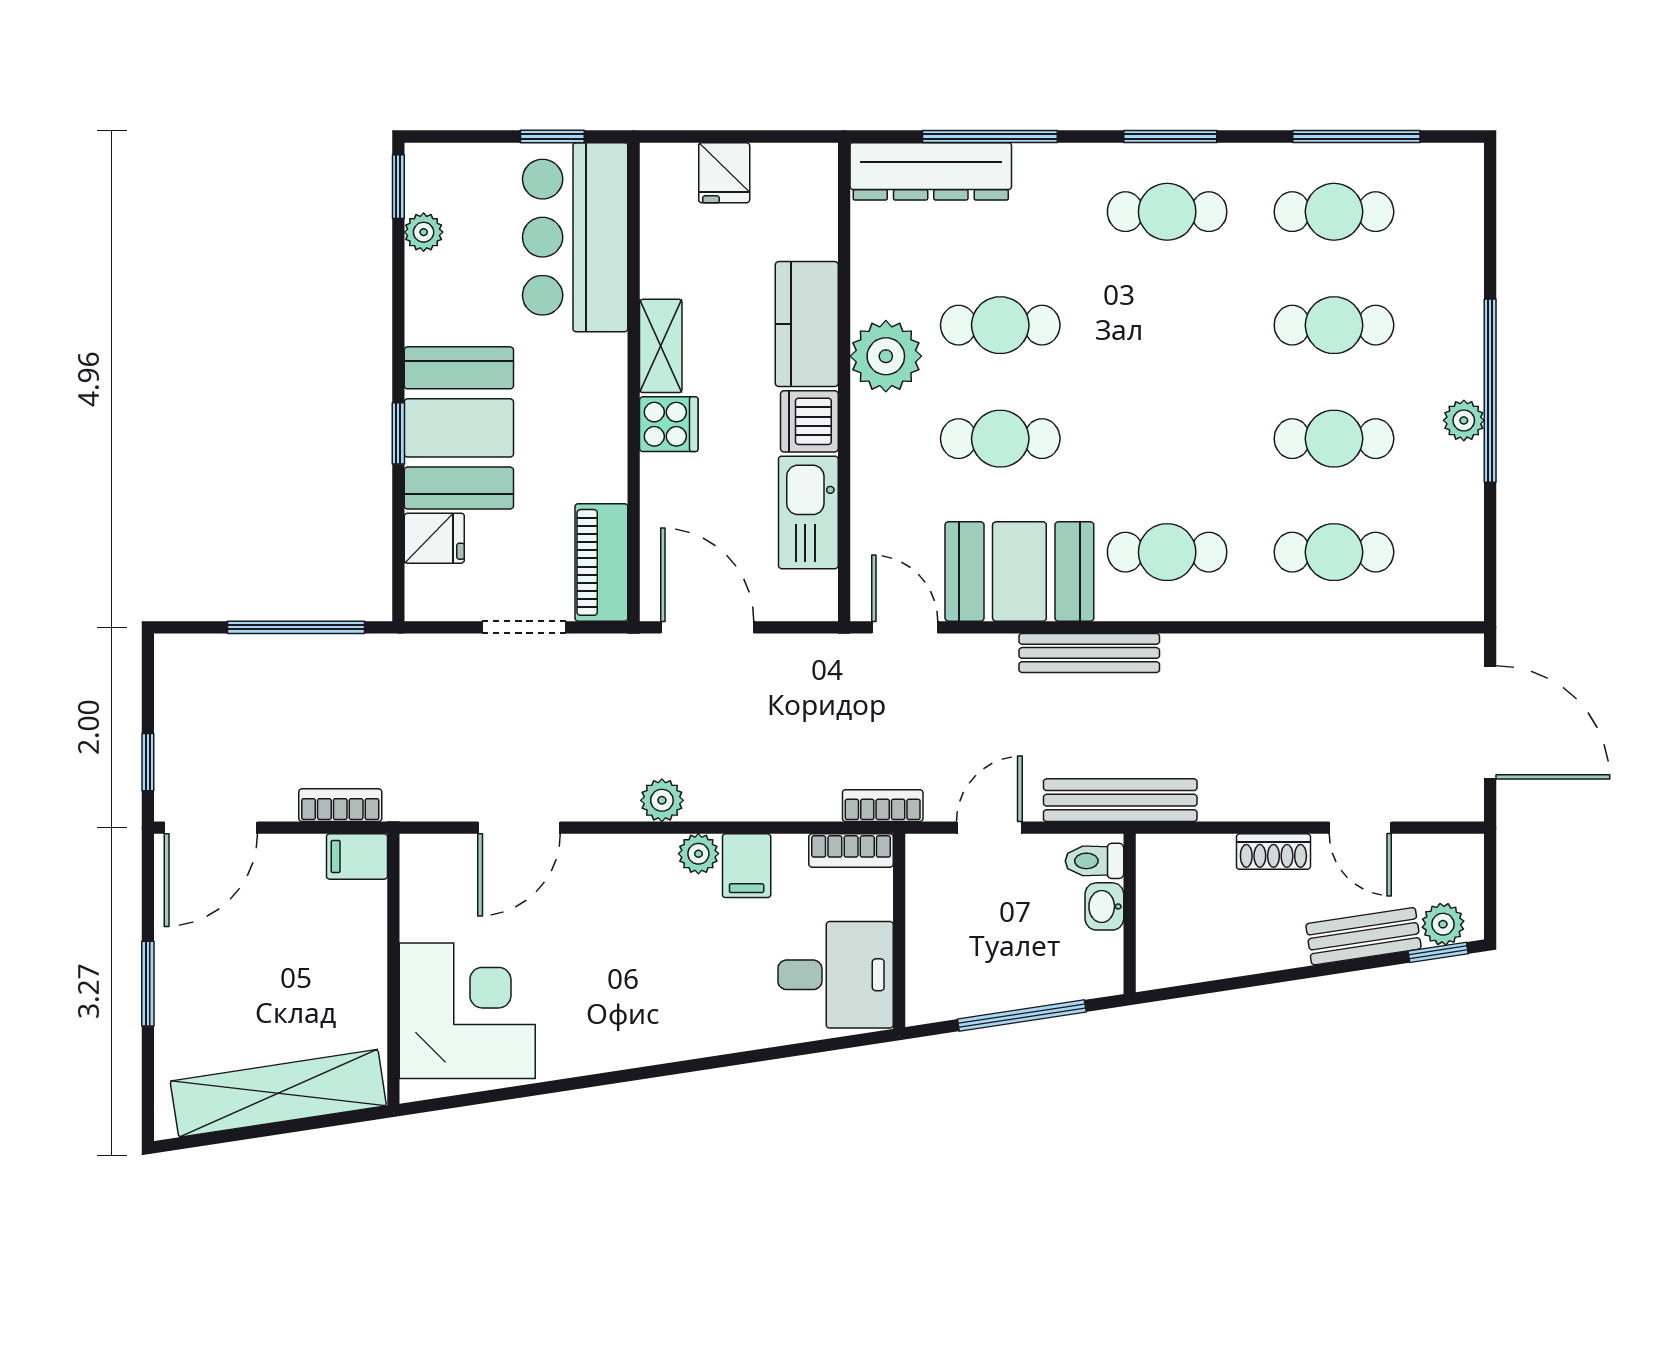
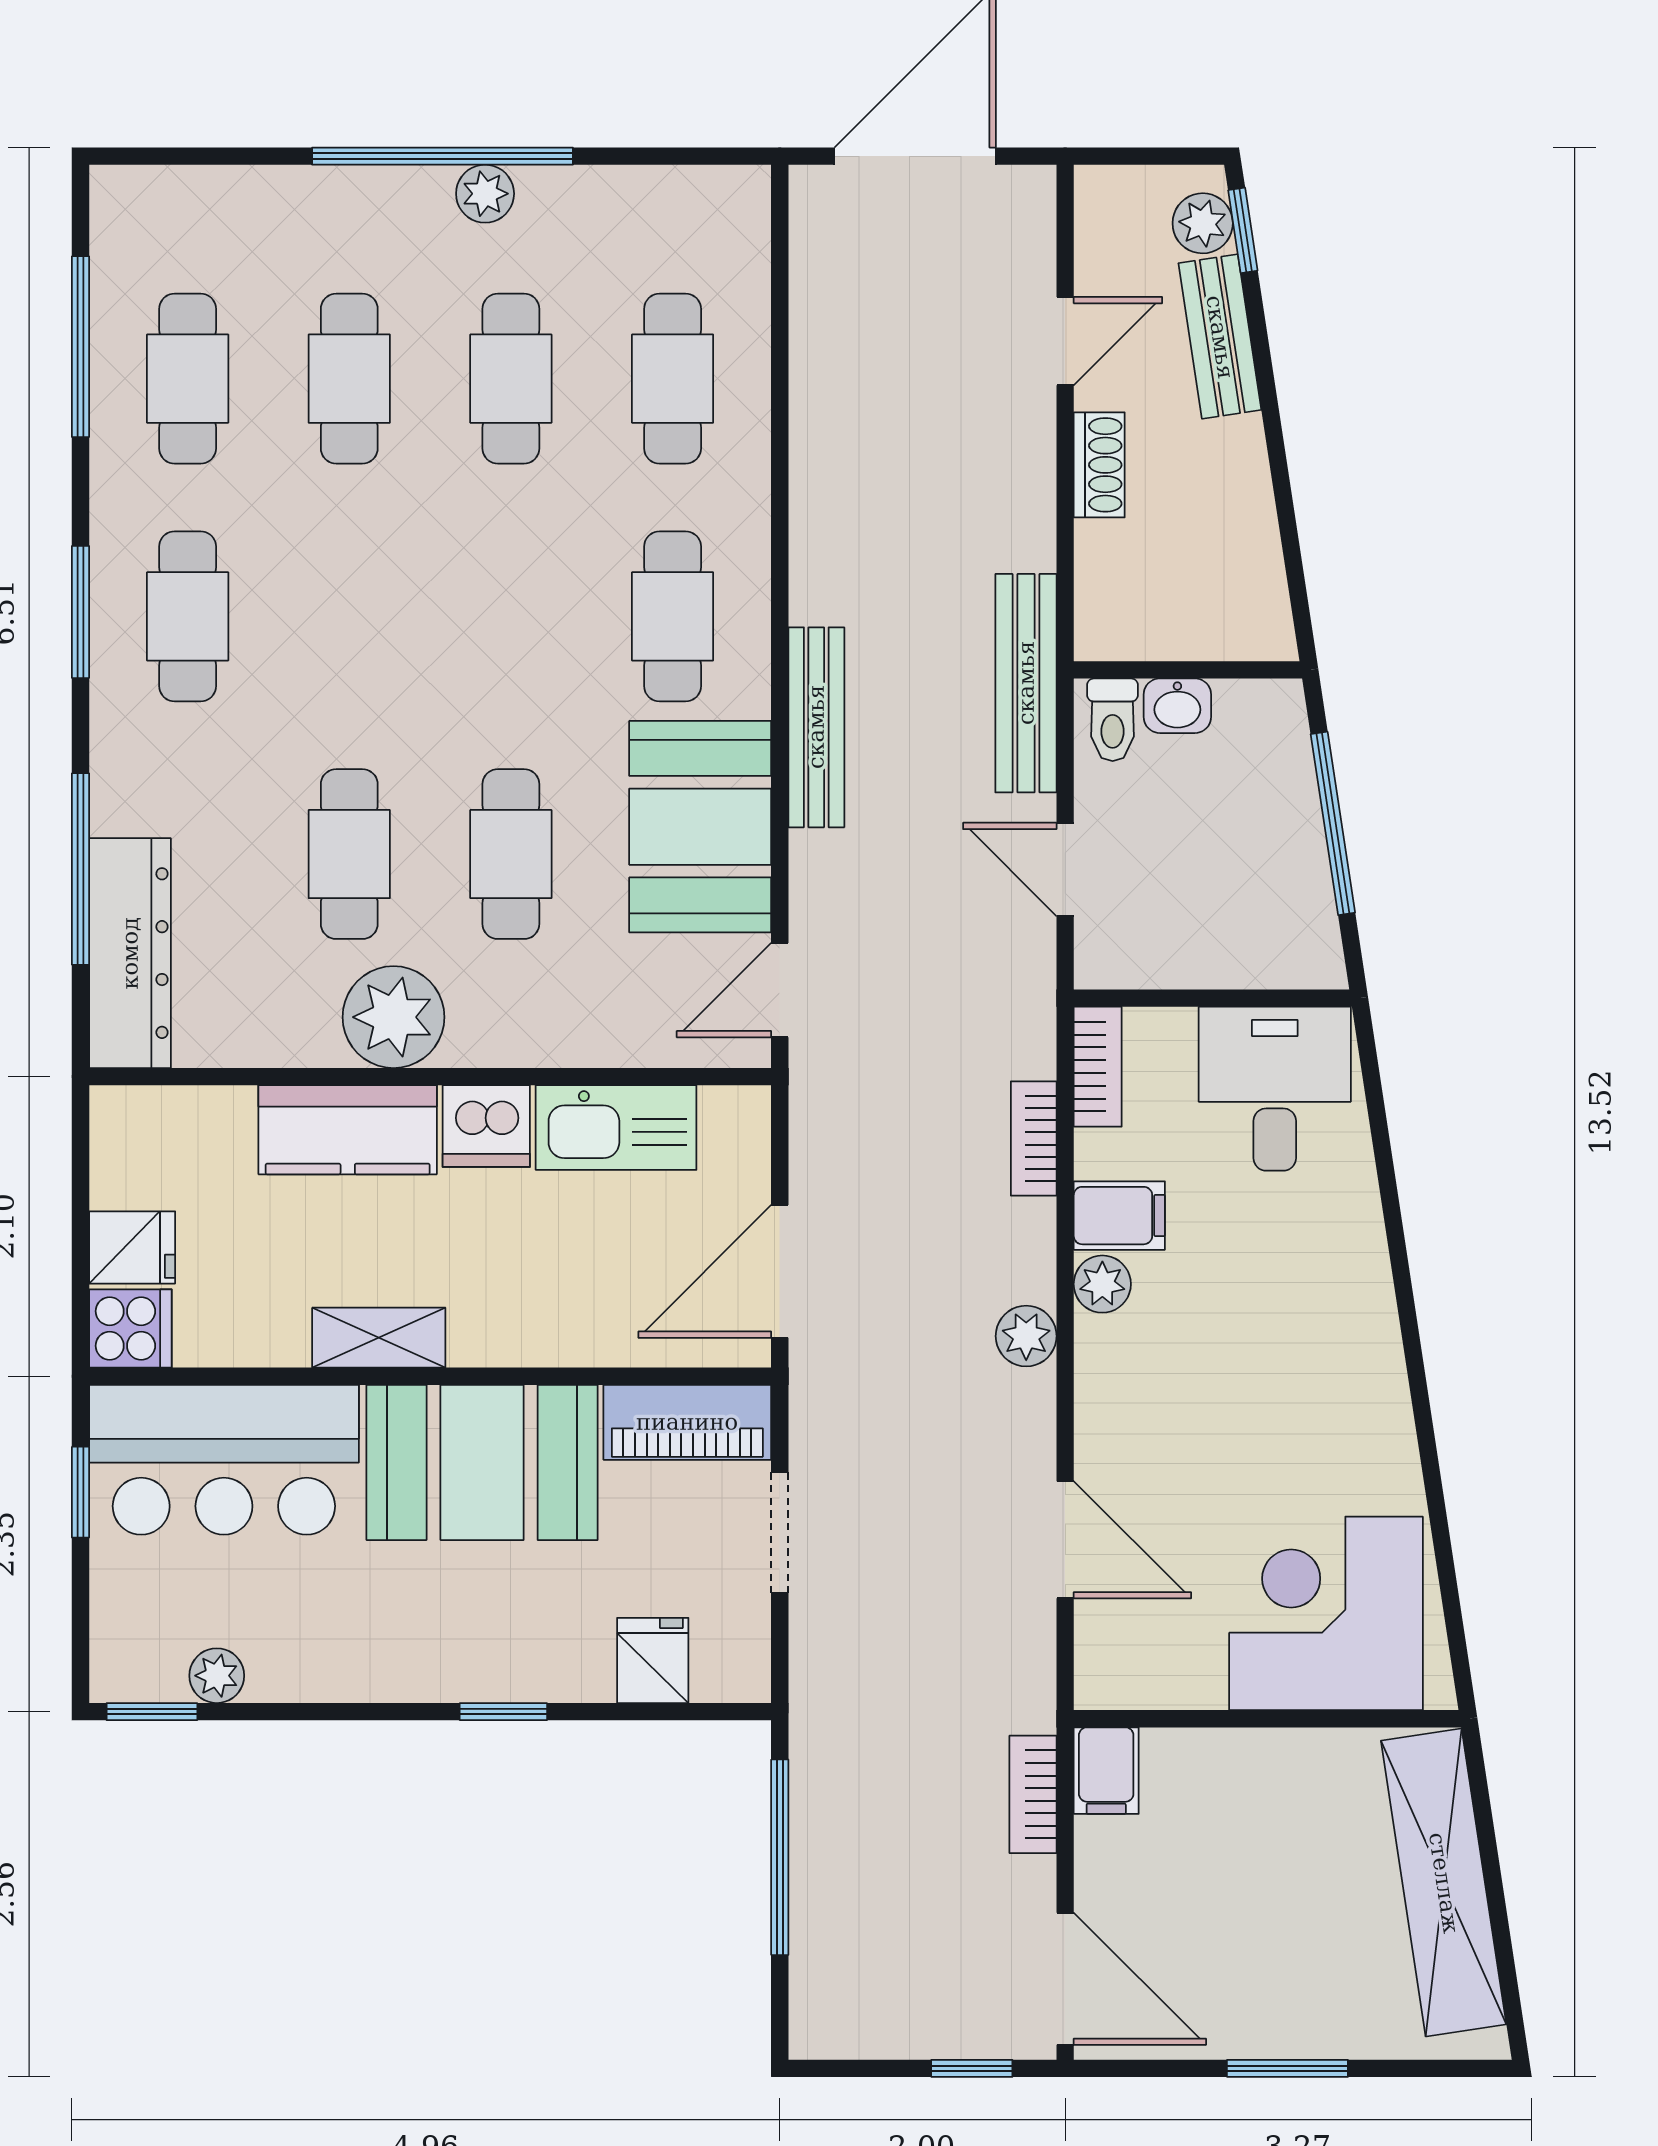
cooker: (669, 424) -> (130, 1328), moved, turned 90
booth: (459, 428) -> (482, 1462), moved
bookcase: (883, 806) -> (1034, 1139), moved

